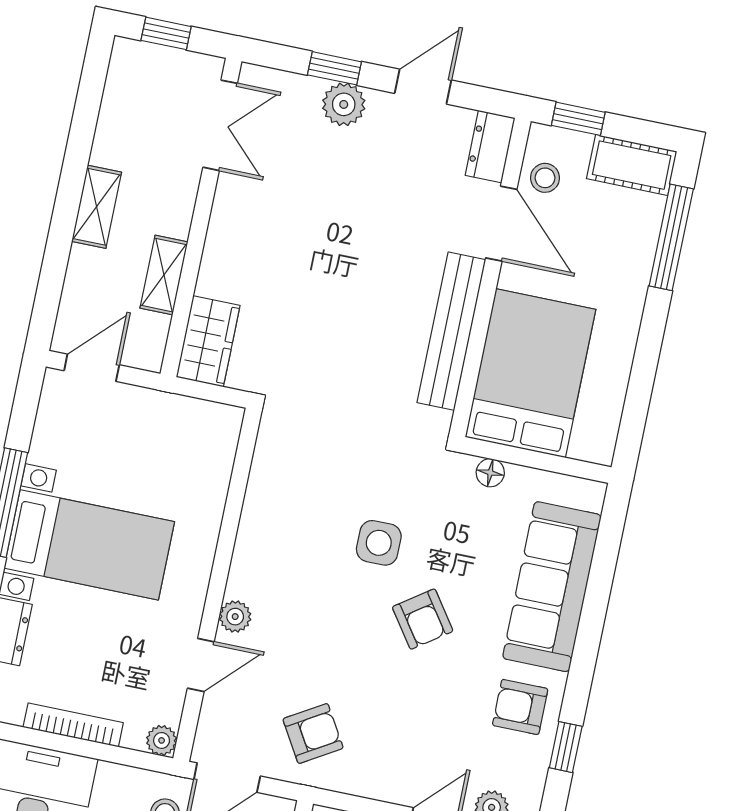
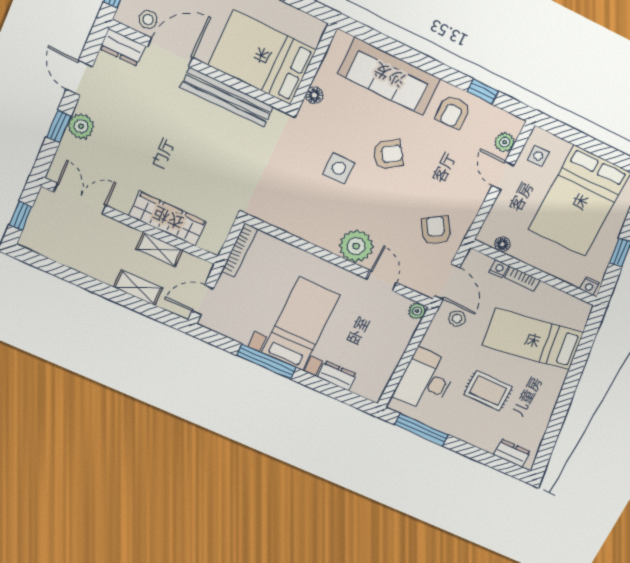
shelving: (97, 207) -> (138, 288), moved
wardrobe: (208, 341) -> (168, 219), moved, width x1.50
door: (92, 368) -> (203, 300), hinge flipped
plant: (235, 617) -> (356, 246), width x1.88, depth x1.88
bookcase: (73, 725) -> (239, 250), moved, turned 180

